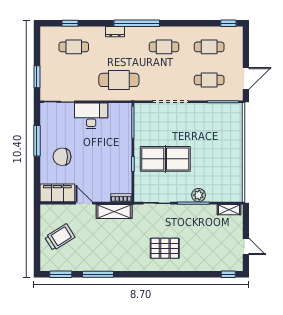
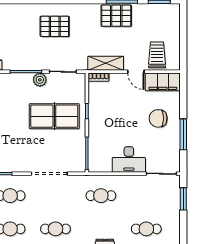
cafe table: (119, 80) -> (101, 196), width x0.73, depth x0.74
chair: (62, 157) -> (158, 118), turned 180
plant: (198, 195) -> (40, 80), moved
trolley: (60, 237) -> (157, 55), moved, turned 122
pallet: (104, 259) -> (116, 16), added

